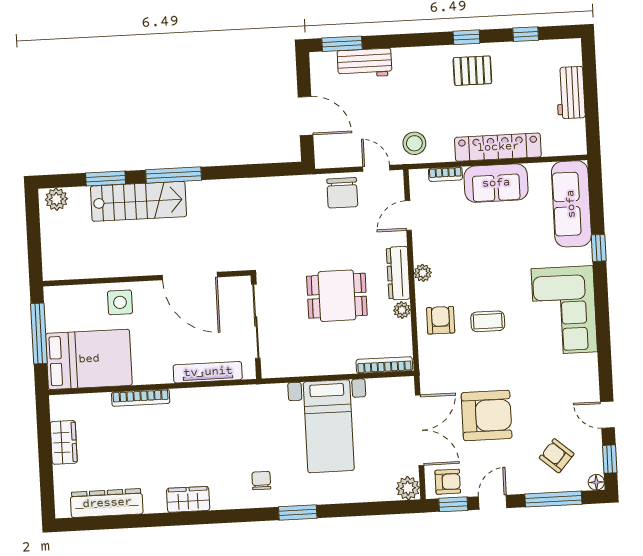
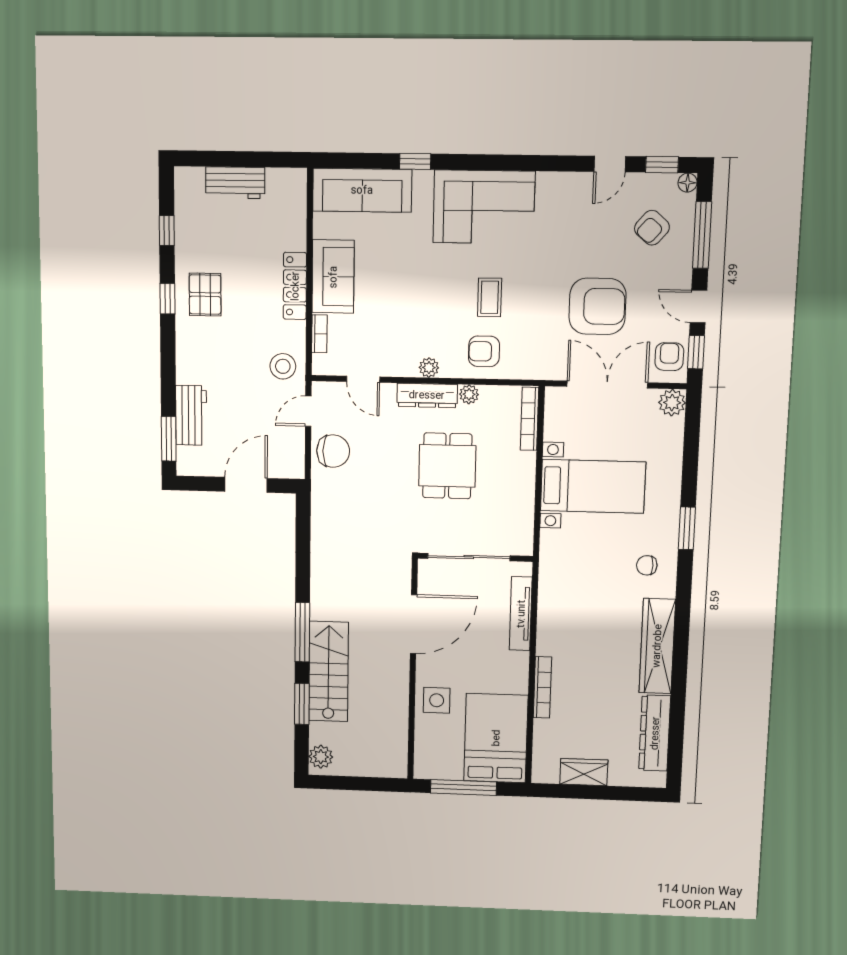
locker: (498, 147) -> (295, 286), width x0.71, depth x0.83
armchair: (487, 416) -> (597, 306), turned 90
wardrobe: (188, 499) -> (657, 646), width x2.10, depth x1.17

